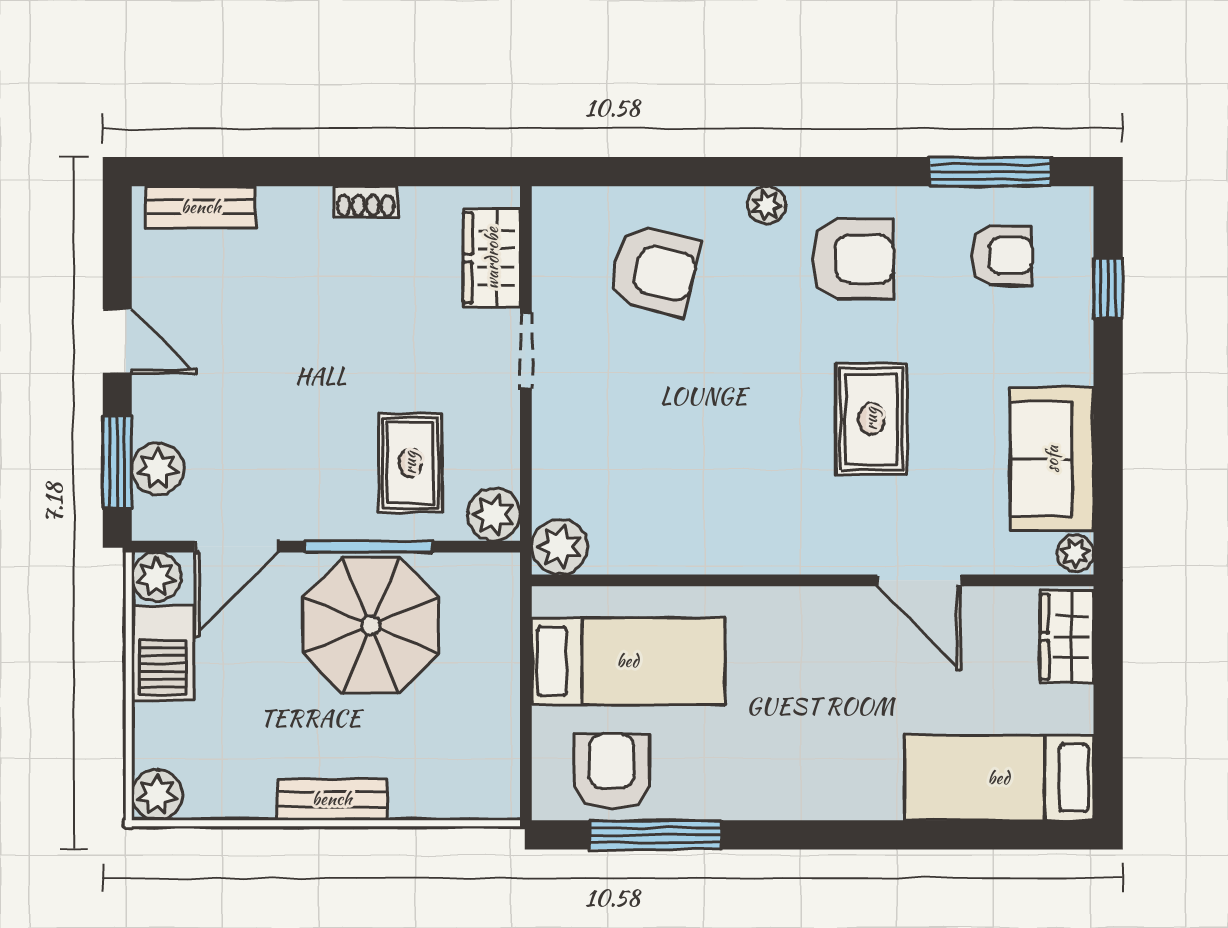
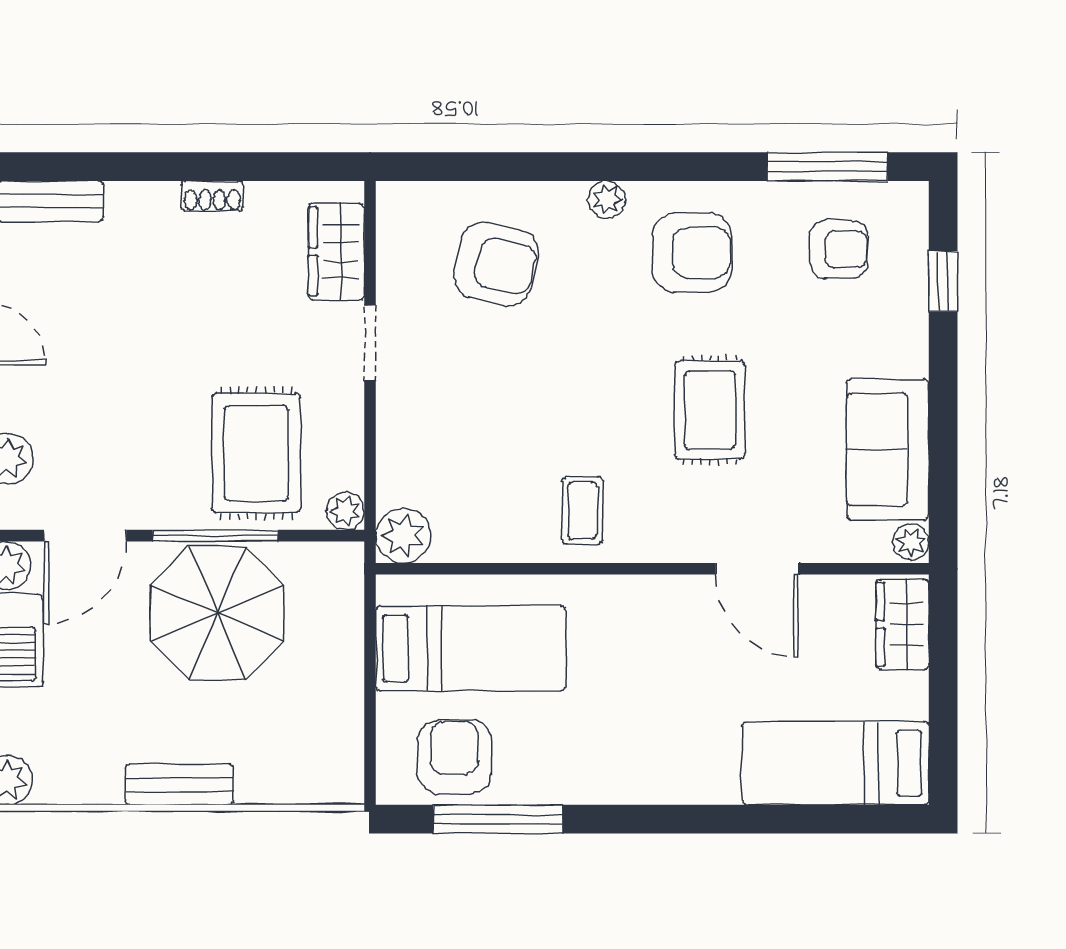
rug: (410, 463) -> (256, 453), width x1.36, depth x1.43
plant: (494, 514) -> (345, 511), width x0.73, depth x0.73
coffee table: (742, 521) -> (582, 510), added

